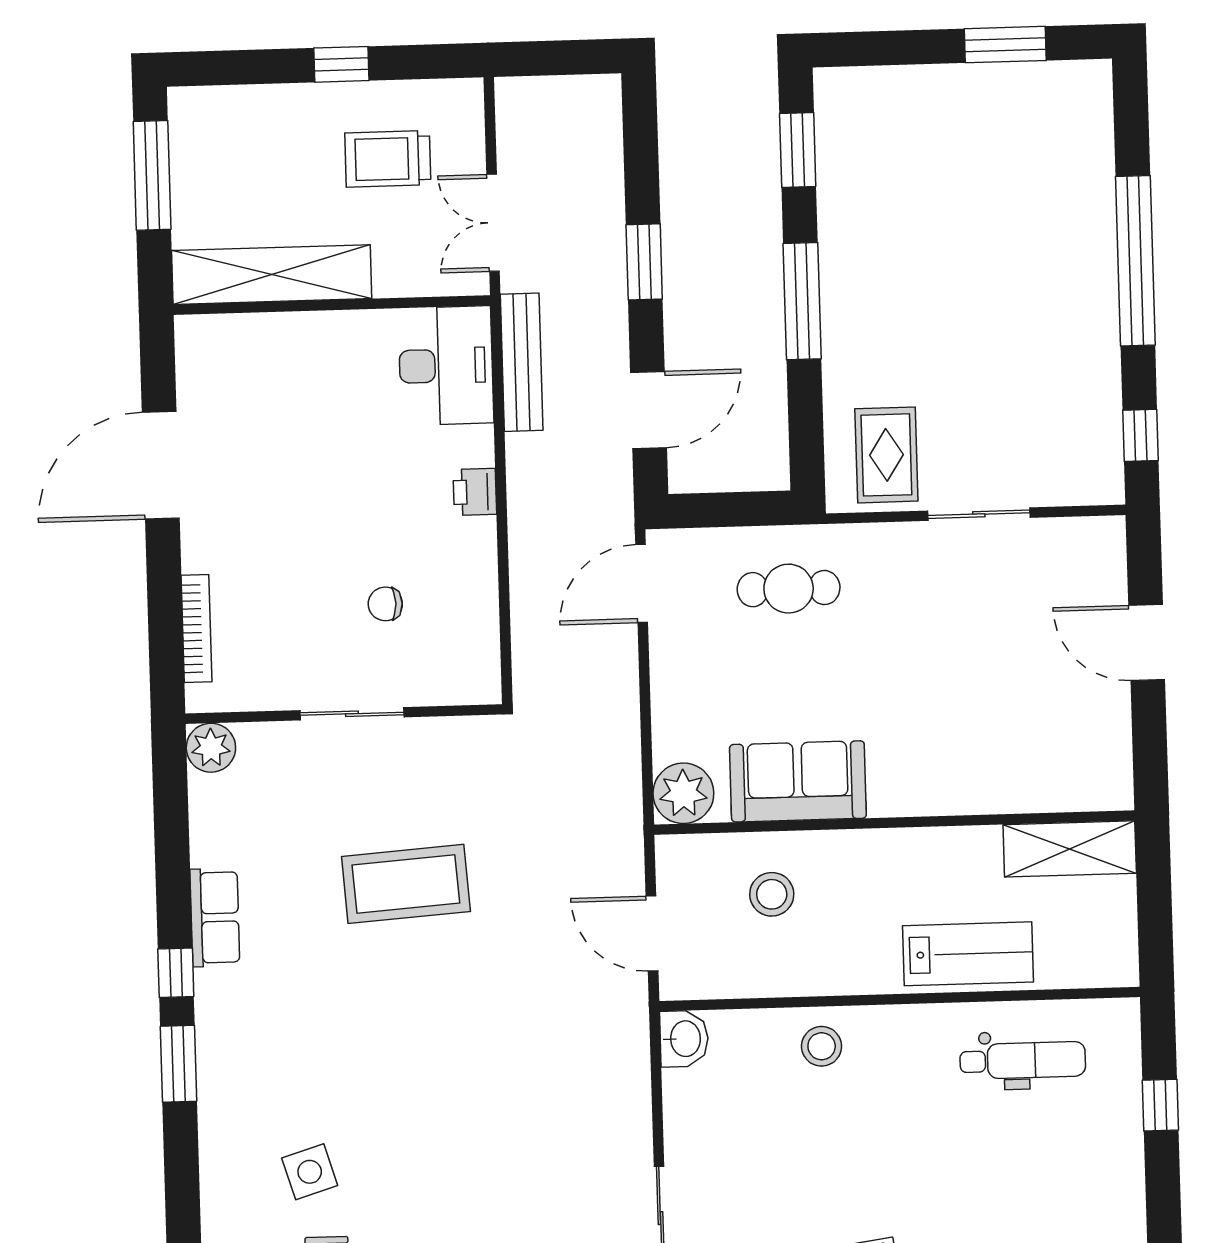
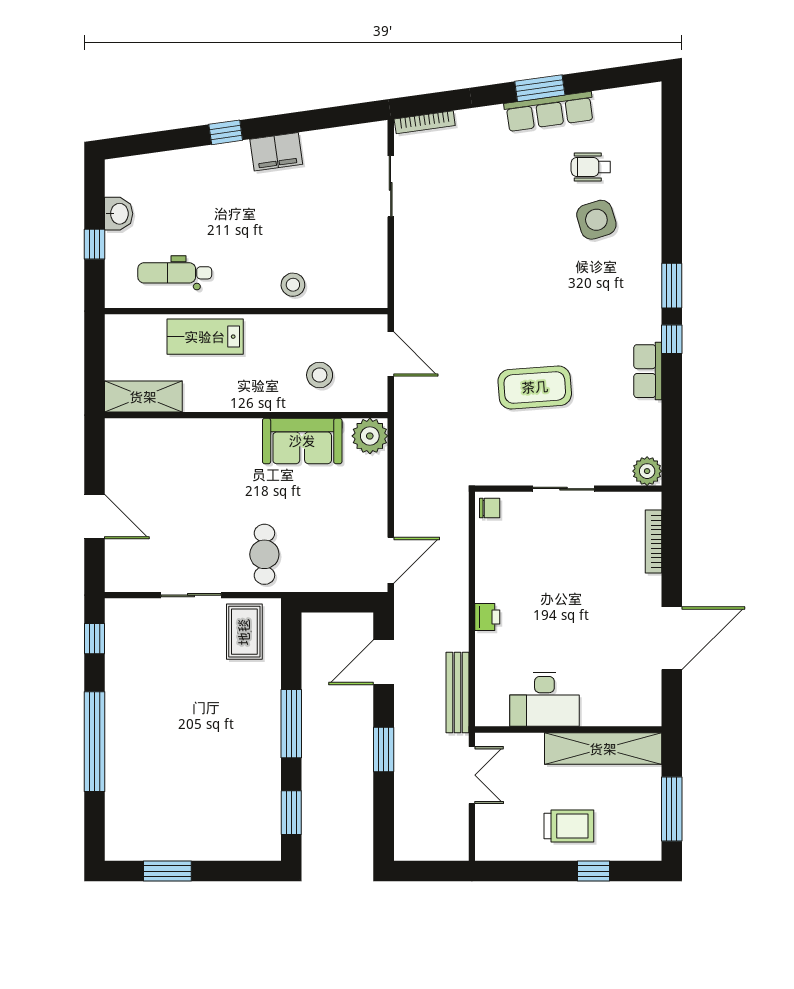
window: (341, 64) -> (593, 871), moved
trolley: (388, 159) -> (569, 826), moved
desk: (446, 366) -> (544, 699), moved, turned -90
cafe table: (789, 589) -> (264, 554), moved, turned 90
chair: (385, 604) -> (490, 508), moved
washbasin: (684, 1039) -> (119, 214), moved, turned 180
side table: (310, 1172) -> (596, 220), width x1.37, depth x1.37

